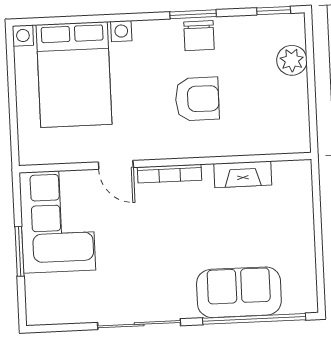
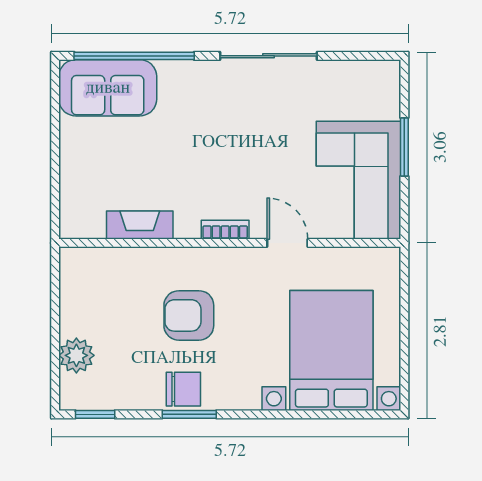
chair: (199, 36) -> (183, 389), turned 90
bookcase: (169, 174) -> (225, 230), width x0.64
sofa: (239, 292) -> (108, 88), moved

